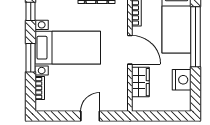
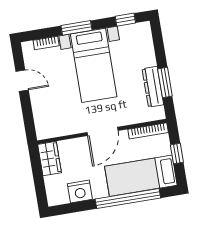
wardrobe: (140, 82) -> (50, 159), moved, turned -90
door: (90, 116) -> (22, 81), moved

